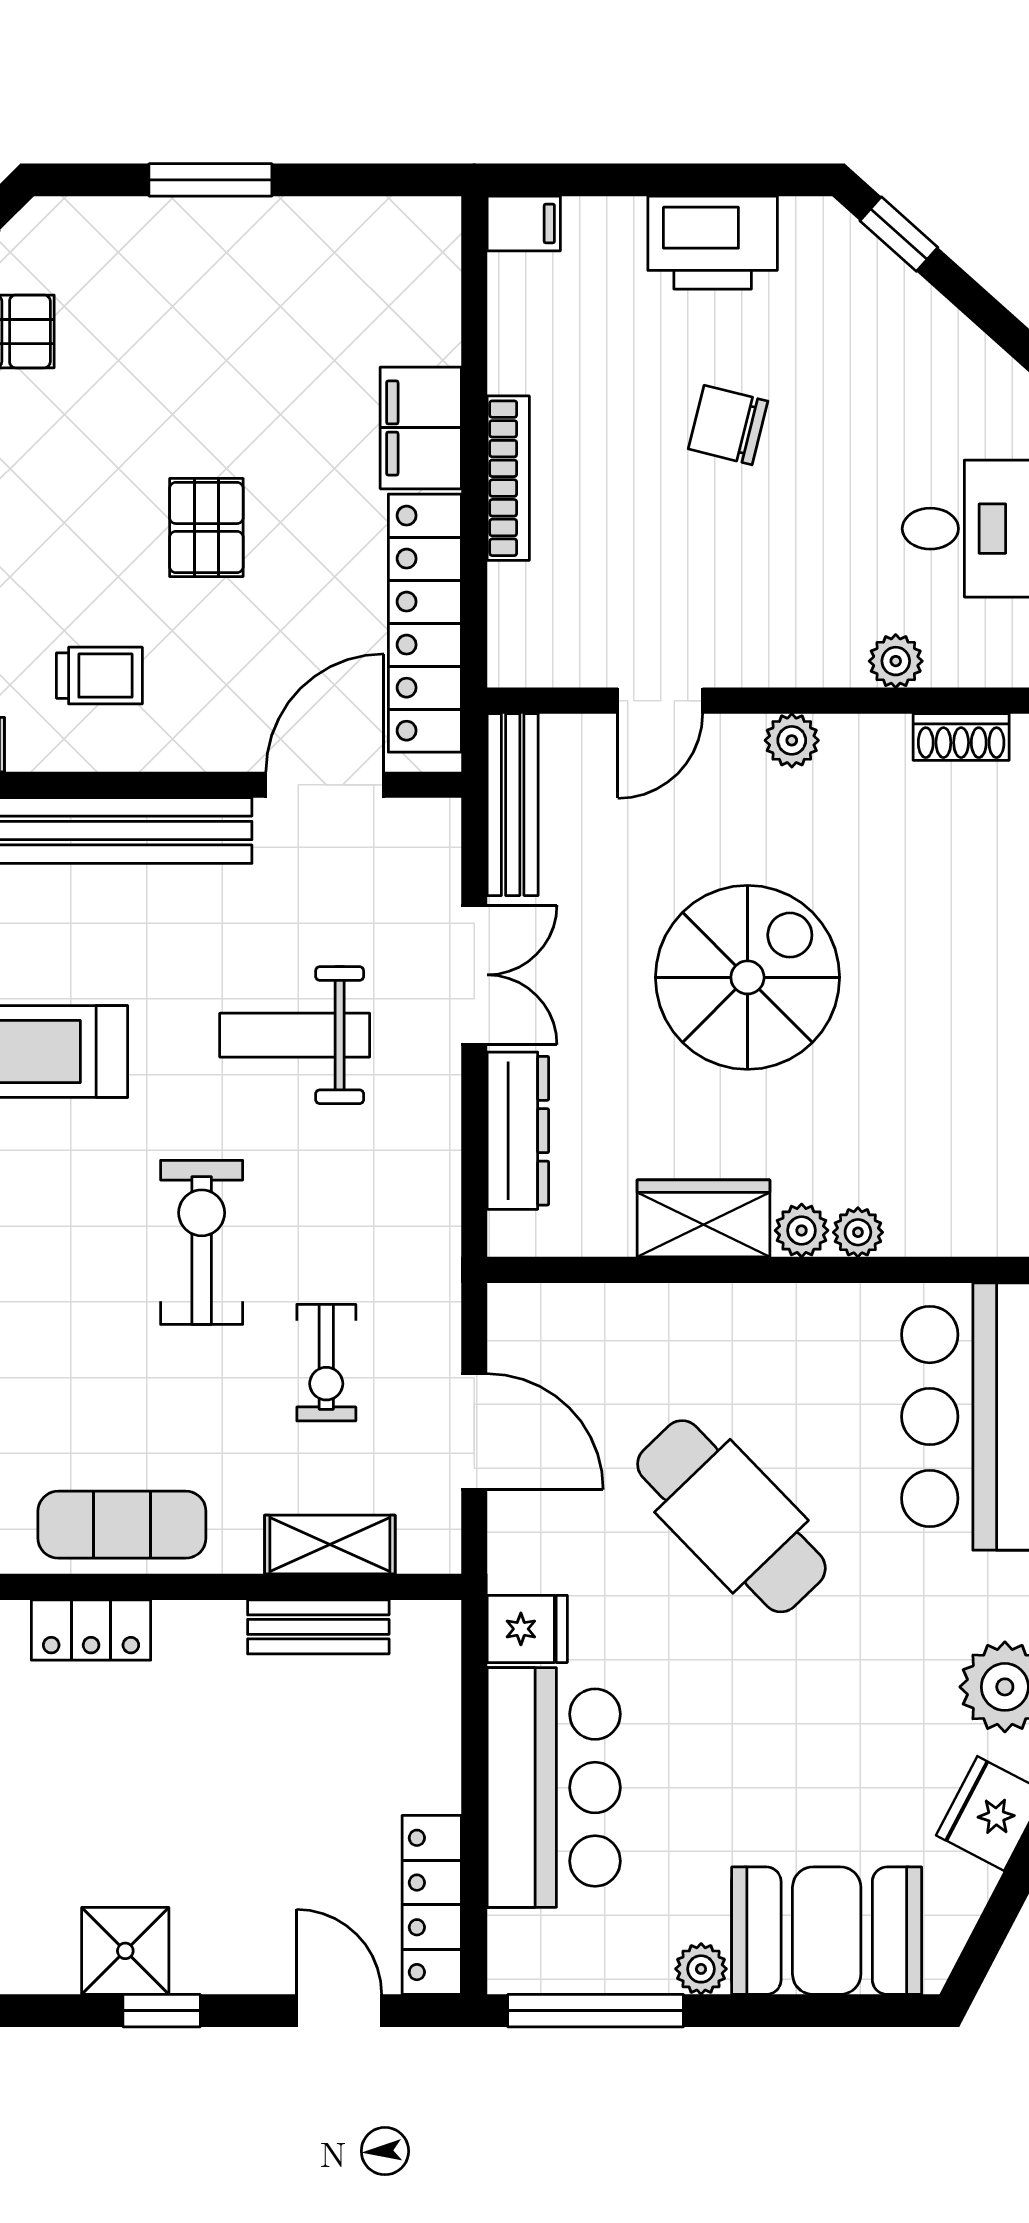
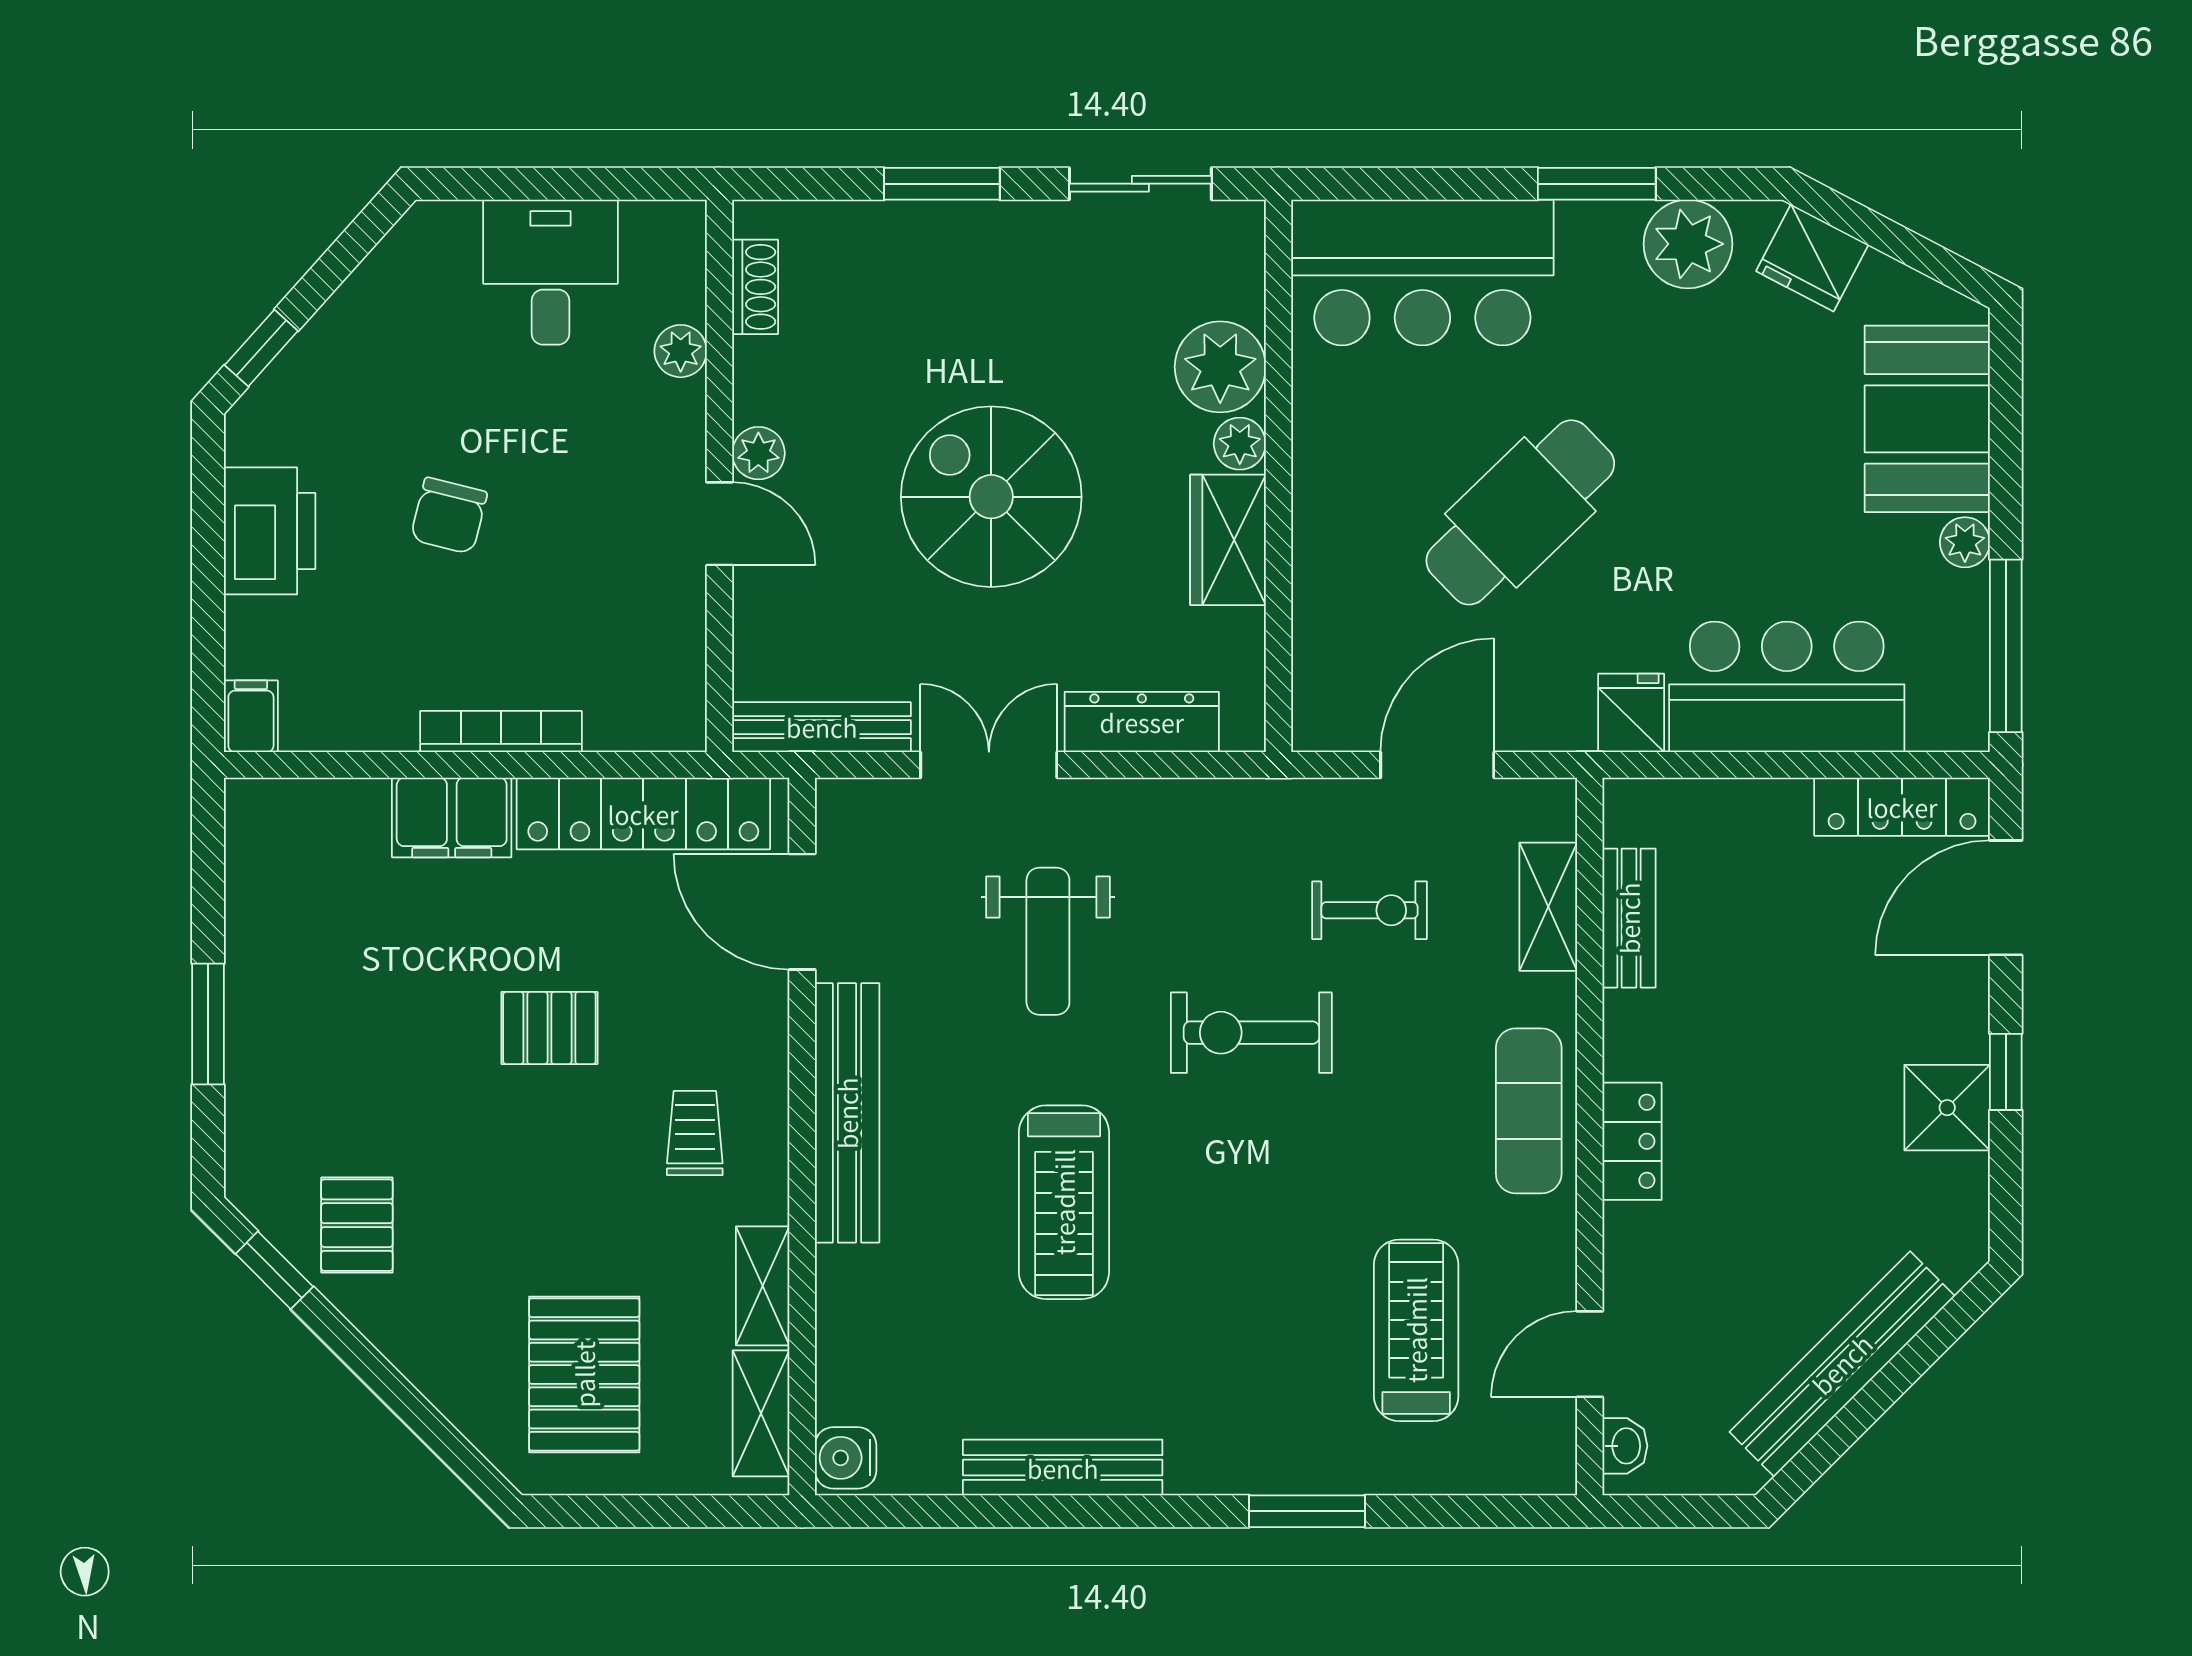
door: (660, 701) -> (719, 524), moved
plant: (858, 1232) -> (1220, 367), width x1.88, depth x1.88
door: (339, 2011) -> (2006, 898), width x1.38

